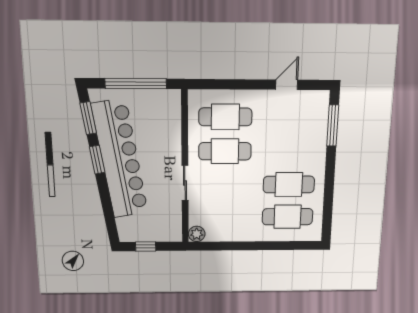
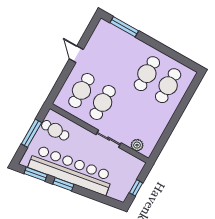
window: (136, 84) -> (31, 133), width x0.68
door: (287, 85) -> (76, 54), moved
cafe table: (157, 112) -> (55, 130), added
plant: (197, 234) -> (137, 145), moved

